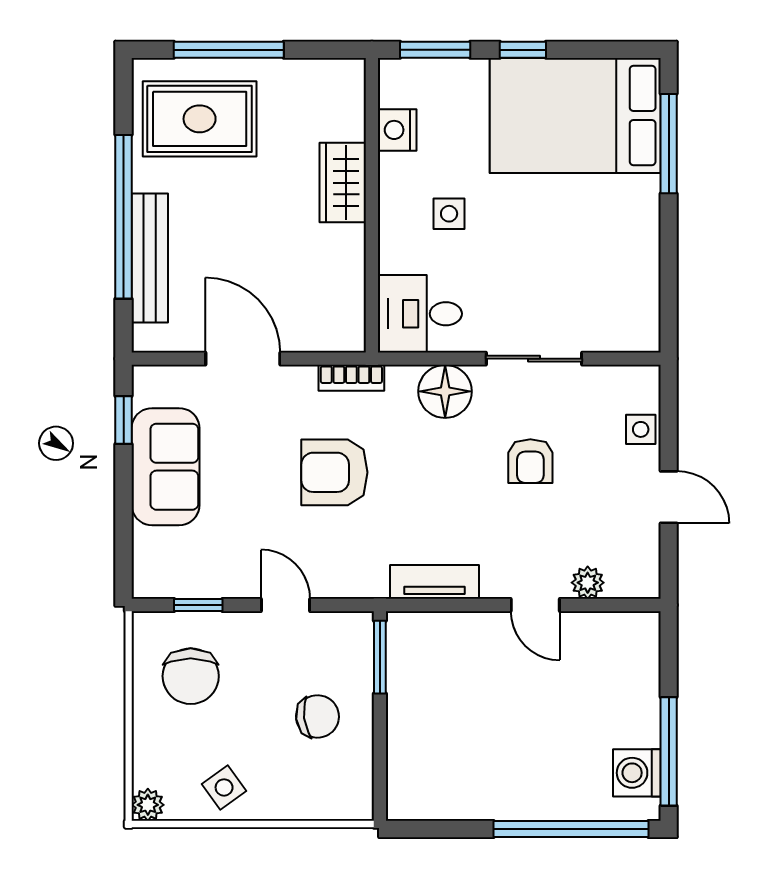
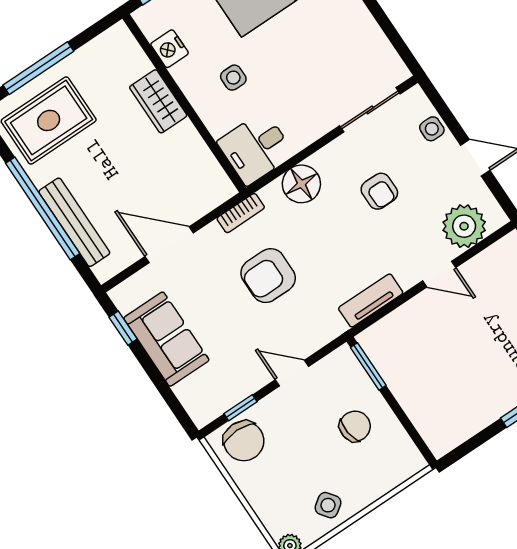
sliding door: (534, 359) -> (370, 110), moved
plant: (588, 583) -> (464, 226), width x1.88, depth x1.88
chair: (191, 676) -> (244, 441), moved

